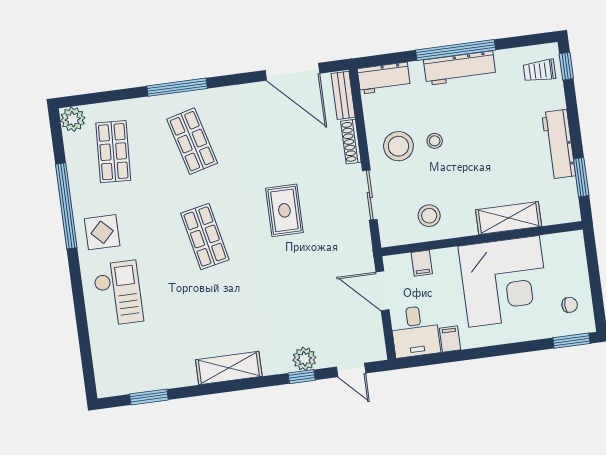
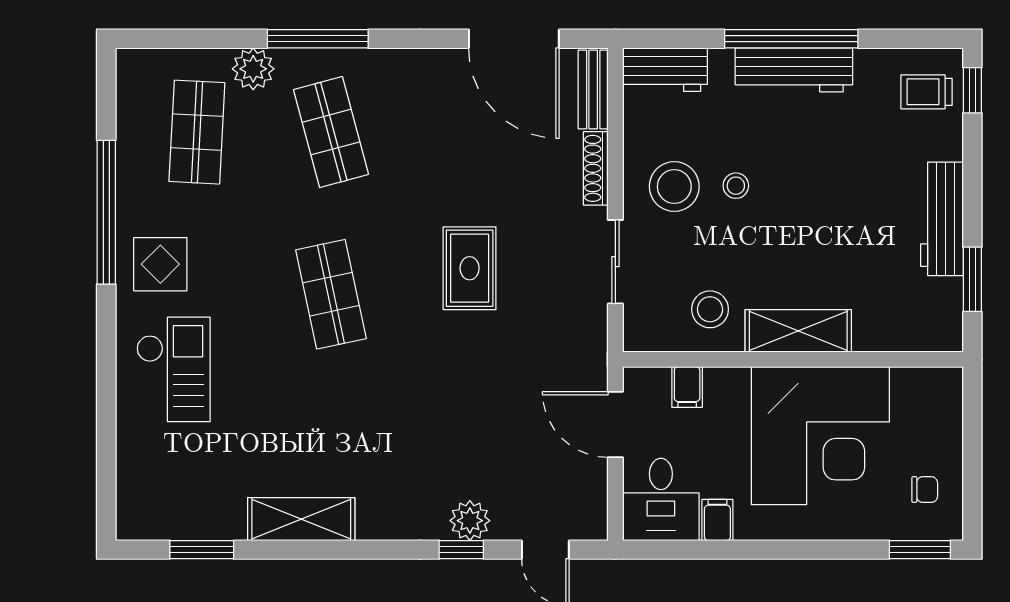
plant: (73, 119) -> (253, 69), moved
shelving: (509, 218) -> (798, 331), moved
shelving: (229, 368) -> (301, 519), moved

